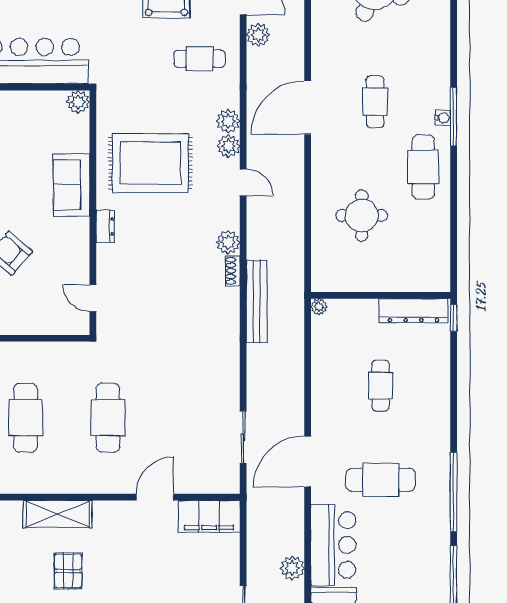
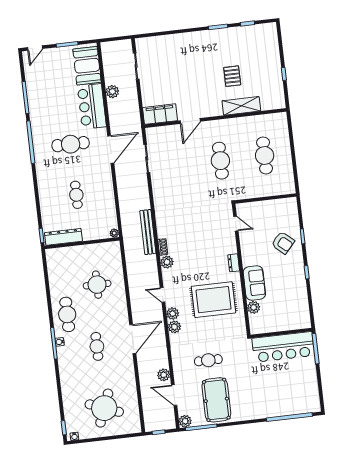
cafe table: (199, 59) -> (208, 360), moved
plant: (78, 102) -> (254, 307), moved

